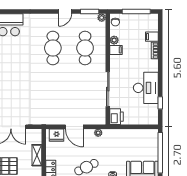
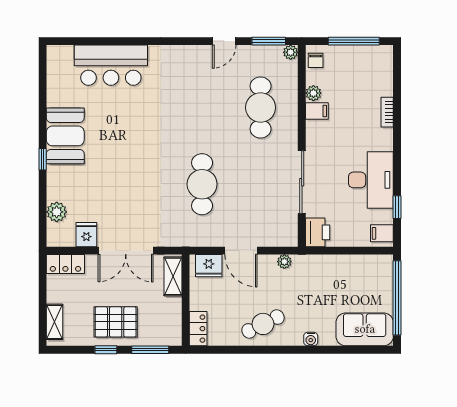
filing cabinet: (152, 37) -> (382, 233), moved
cafe table: (53, 48) -> (202, 184), moved
shelving: (37, 155) -> (173, 276), moved

